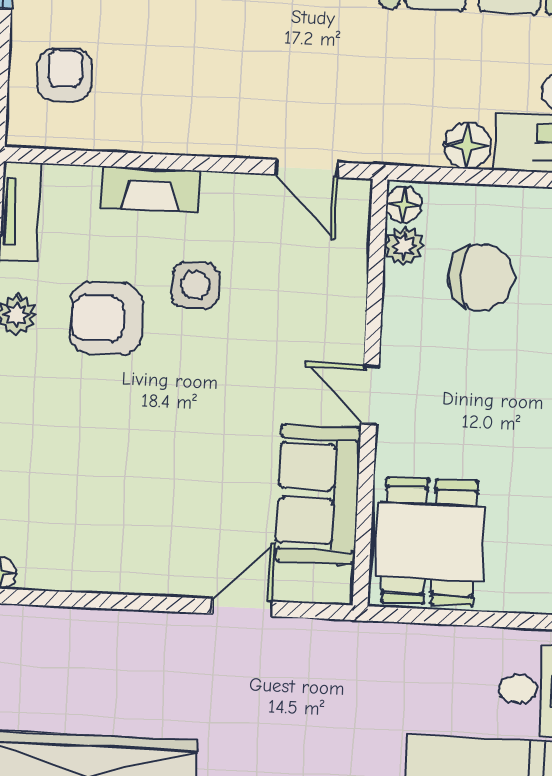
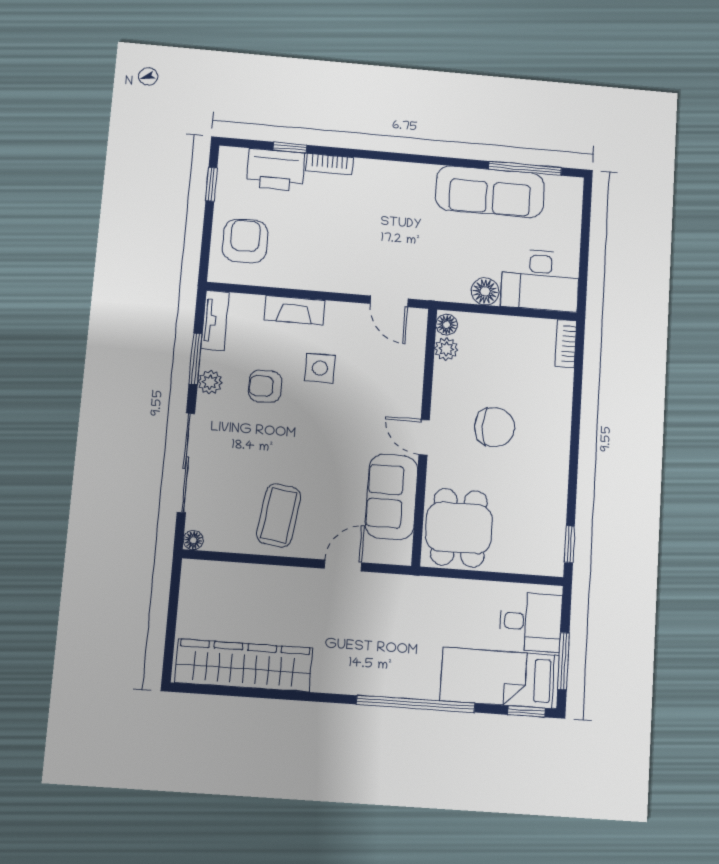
armchair: (65, 75) -> (245, 241), width x1.38, depth x1.38
chair: (481, 277) -> (495, 427), moved
armchair: (106, 318) -> (265, 386), width x0.72, depth x0.72
coffee table: (136, 530) -> (279, 515), added

